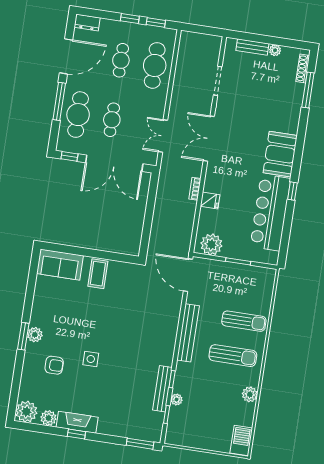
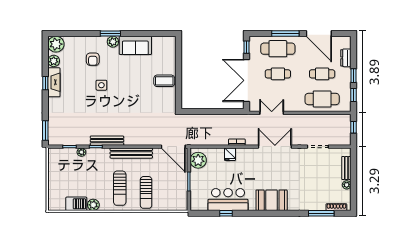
dresser: (87, 23) -> (346, 58), moved
window: (199, 29) -> (354, 127), added
window: (292, 191) -> (226, 213), moved
bar counter: (270, 212) -> (228, 200), width x0.73
sofa: (60, 265) -> (135, 45), moved, turned -90
door: (188, 275) -> (173, 147), swing flipped
bench: (162, 389) -> (107, 141), moved
barbecue: (241, 441) -> (76, 204), moved

